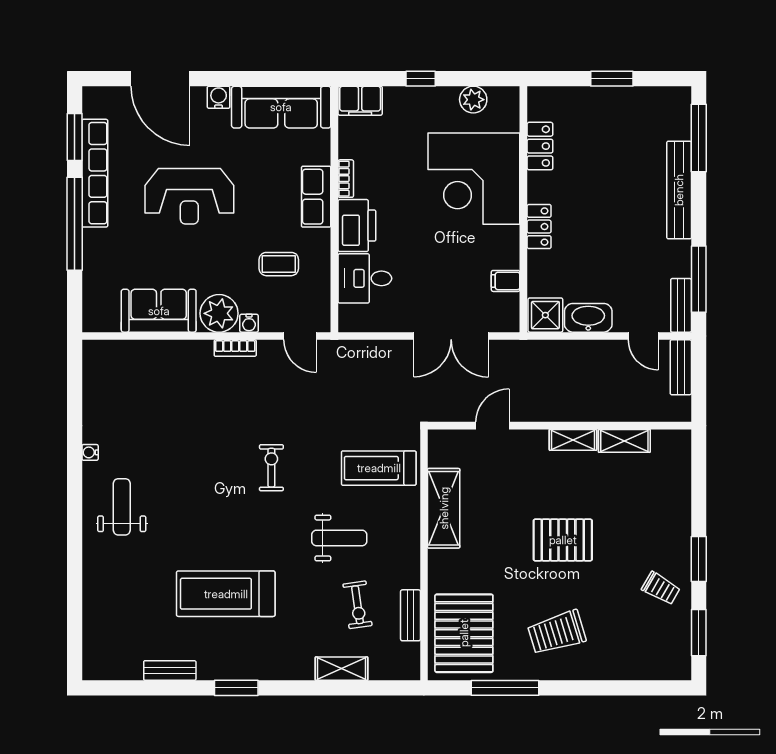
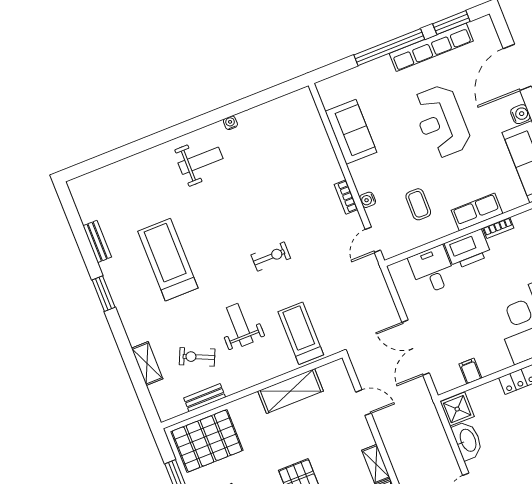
plant: (219, 313) -> (366, 176), removed
weight bench: (339, 538) -> (240, 325), turned 180
exercise bike: (358, 605) -> (197, 357), turned 32

